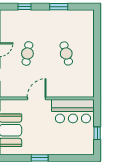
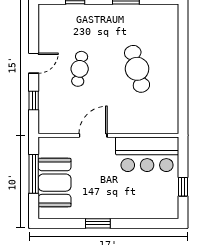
cafe table: (66, 53) -> (137, 69), width x1.37, depth x1.35

